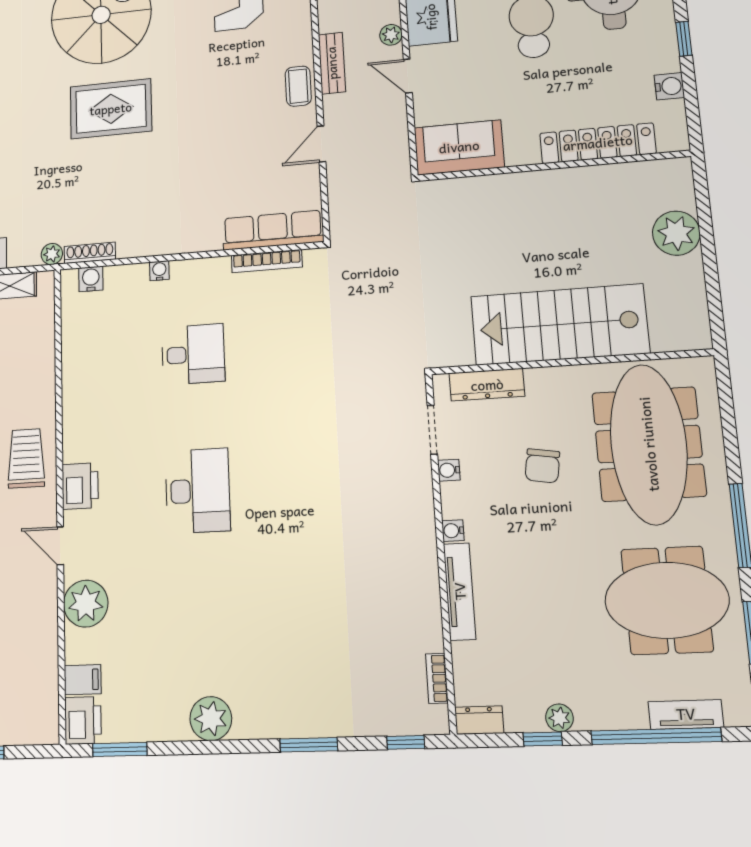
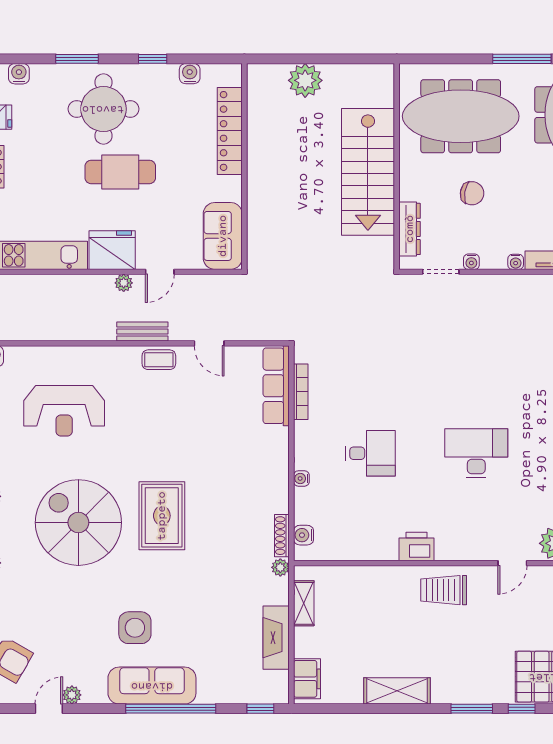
desk: (193, 354) -> (371, 453), turned 90
printer: (80, 486) -> (416, 546), moved

